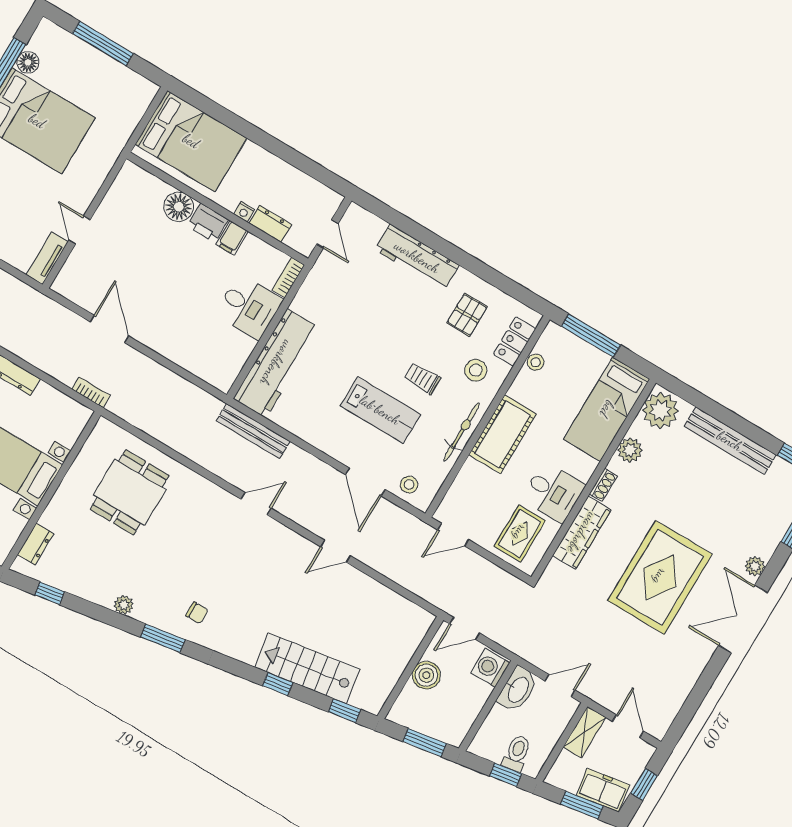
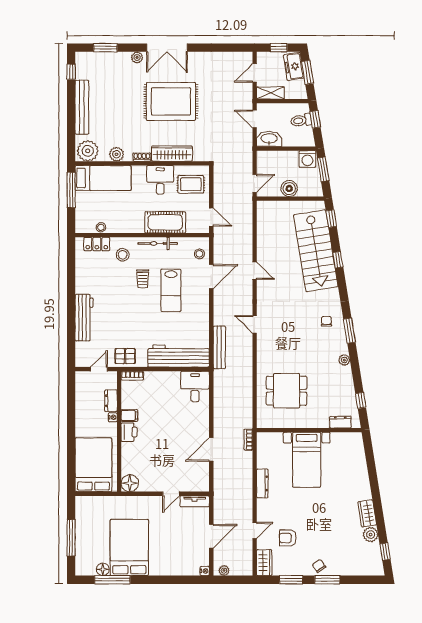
floor lamp: (179, 207) -> (130, 483), moved
desk: (249, 307) -> (195, 387), moved
pallet: (467, 315) -> (125, 356), moved
window: (591, 336) -> (71, 190), moved
lab bench: (380, 410) -> (171, 290), turned 180
cot: (503, 434) -> (165, 222), moved
door: (465, 629) -> (255, 183), hinge flipped
stairs: (307, 668) -> (316, 251), width x1.36, depth x1.51
washing machine: (490, 668) -> (307, 159), moved

